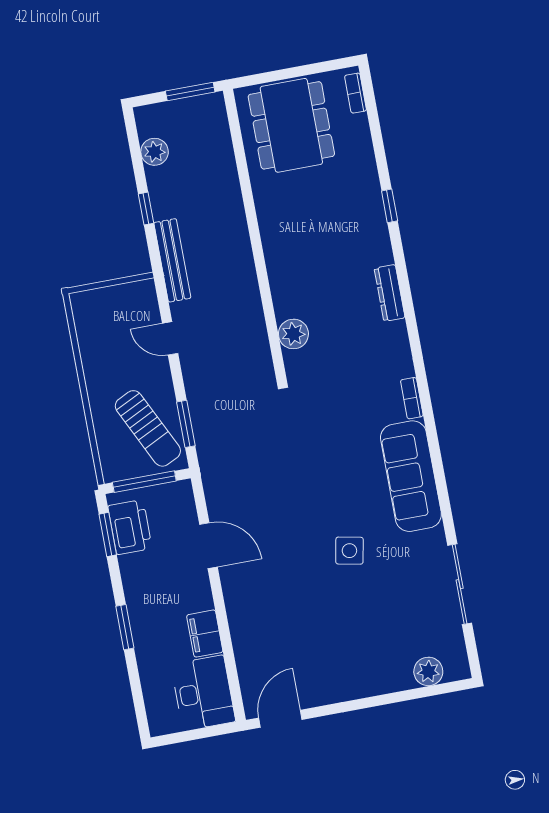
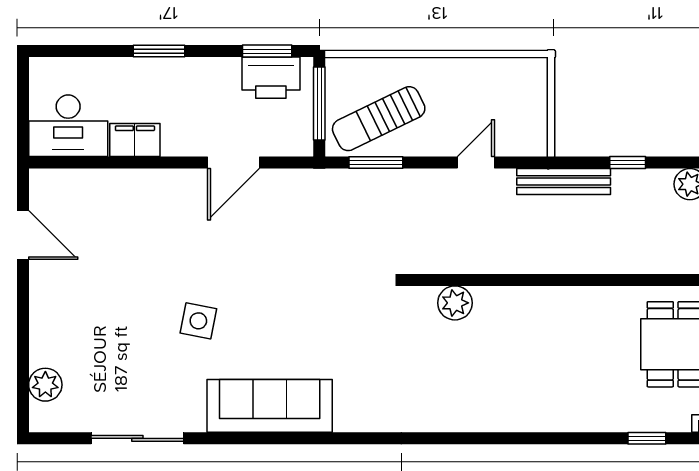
window: (390, 206) -> (647, 438), moved
dresser: (390, 293) -> (481, 420), removed
bookcase: (412, 398) -> (358, 423), removed
door: (280, 719) -> (23, 235), moved

